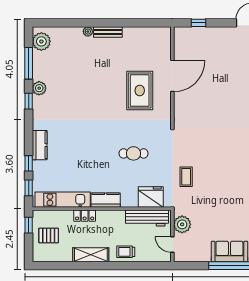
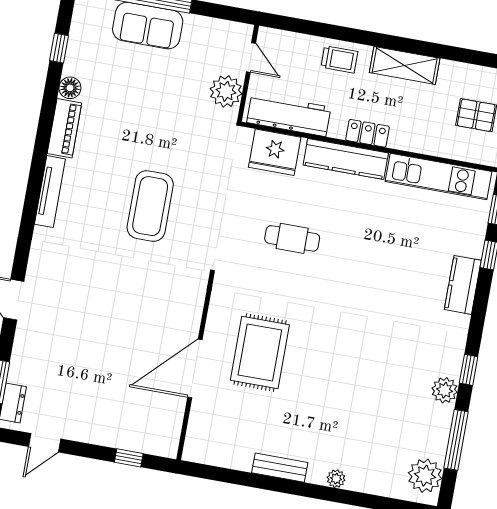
bench: (108, 32) -> (280, 468), moved
coffee table: (186, 177) -> (150, 206), moved, width x1.86, depth x1.72
kitchen counter: (106, 200) -> (346, 159), width x1.50
locker: (85, 216) -> (367, 133), moved

